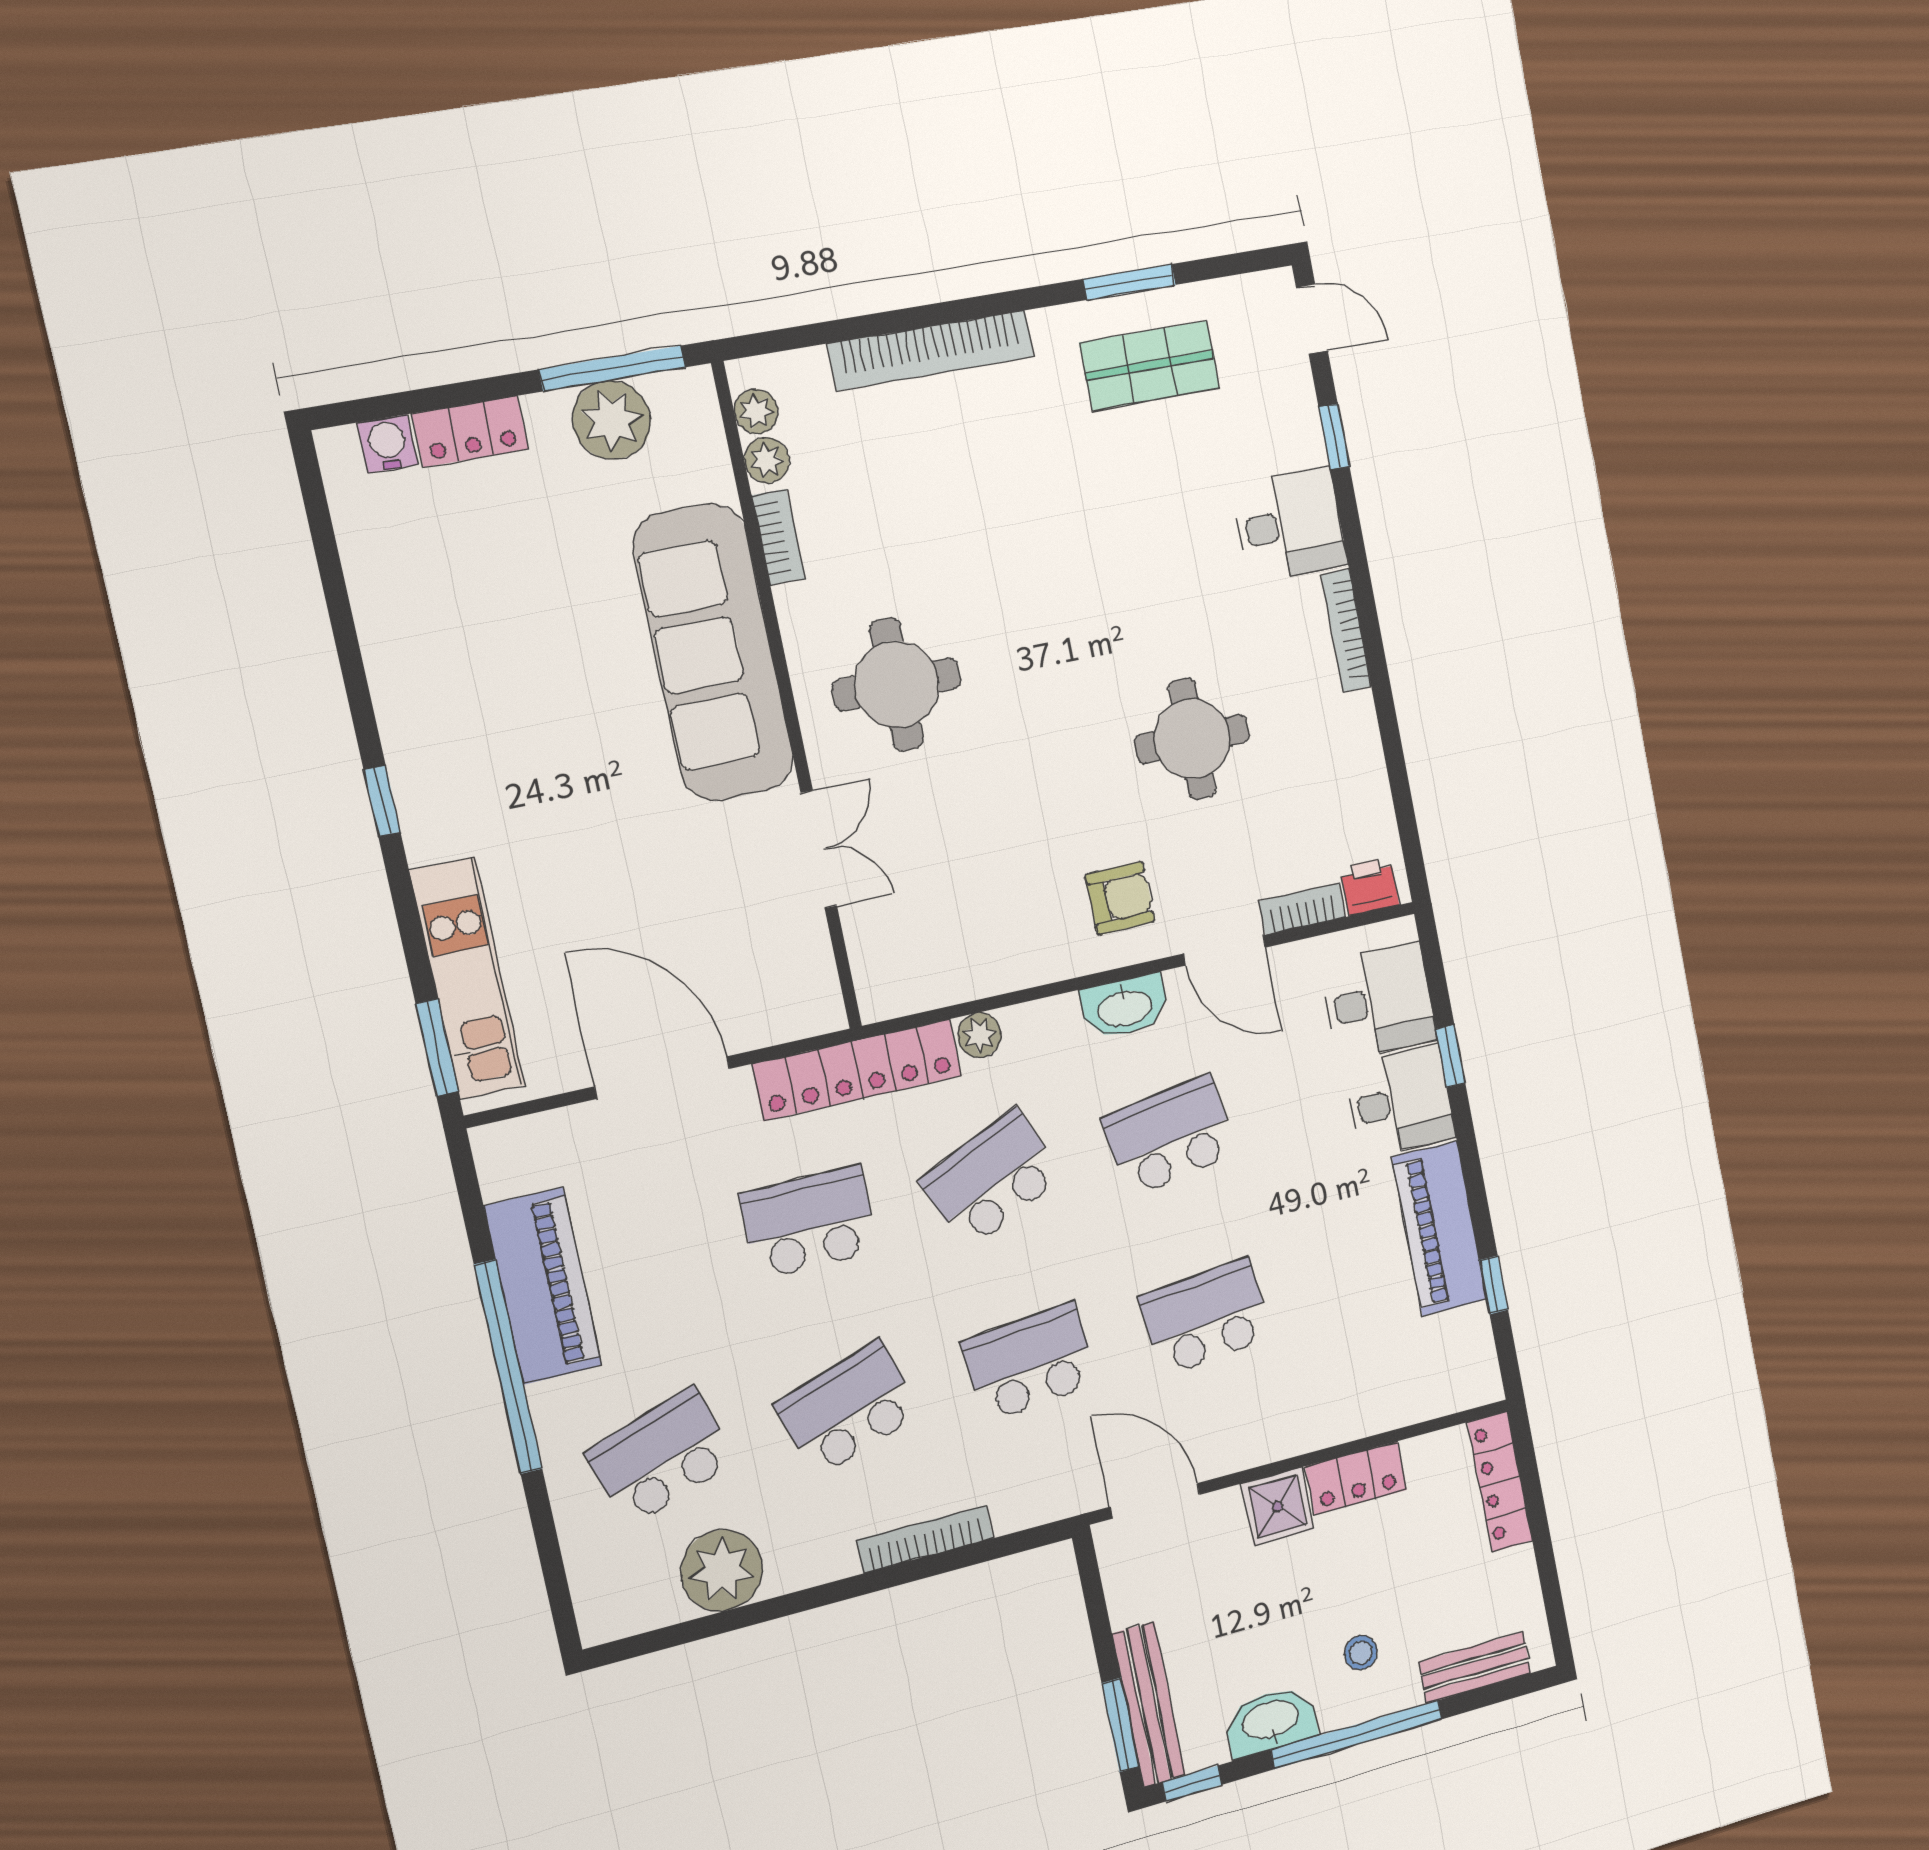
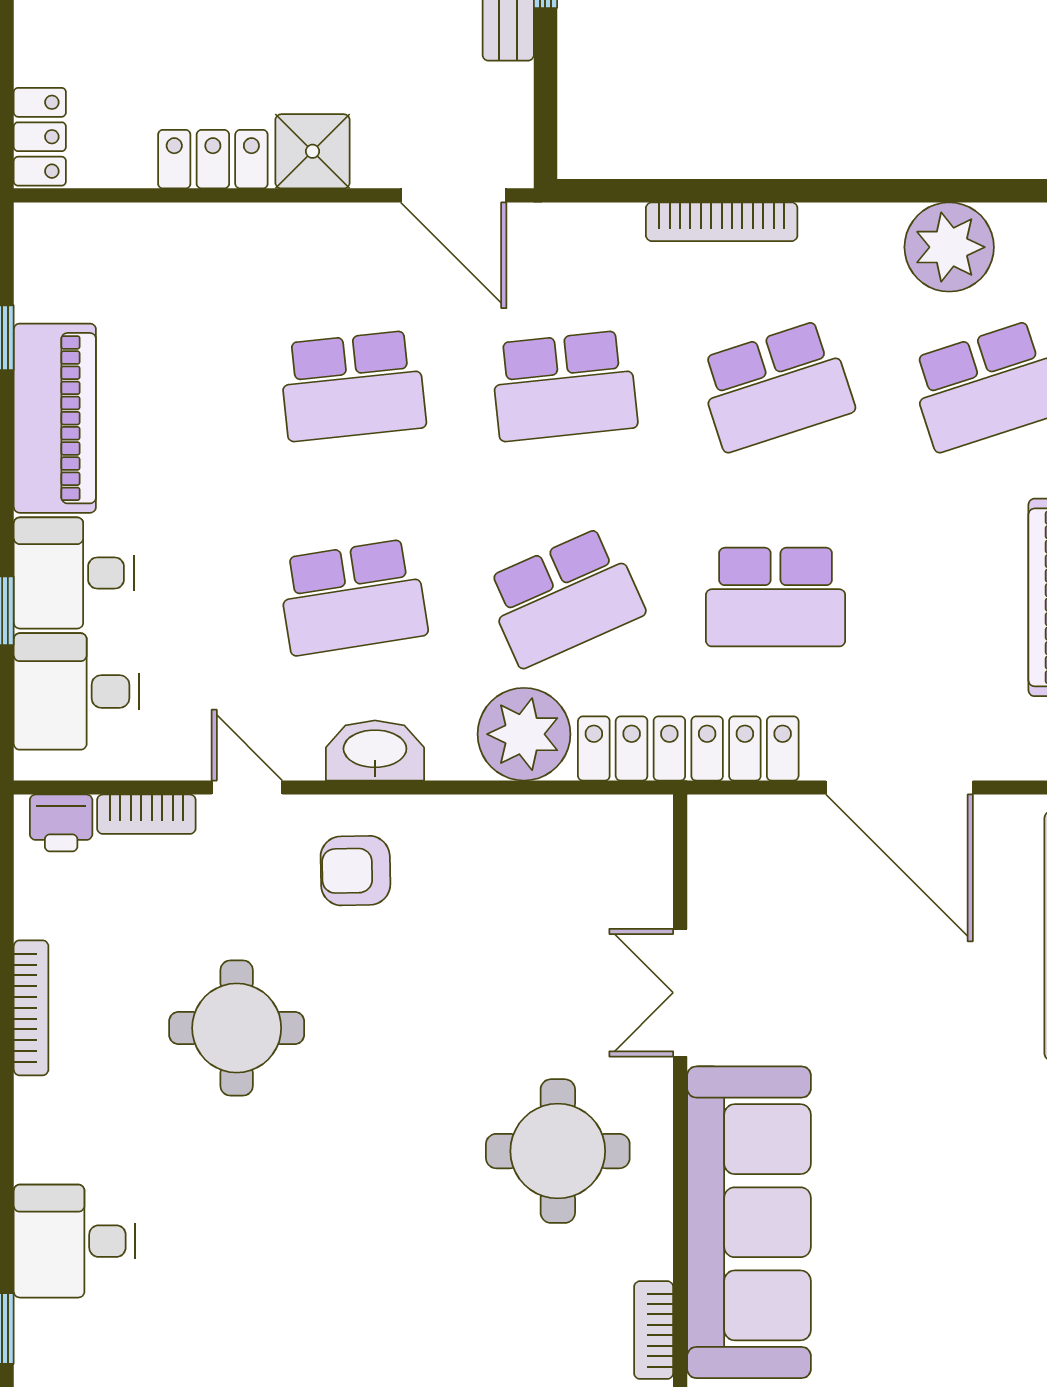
bookcase: (1346, 631) -> (31, 1008), moved
door: (1224, 951) -> (247, 787), width x0.73
plant: (979, 1035) -> (524, 734), width x1.88, depth x1.88
locker: (1500, 1482) -> (40, 137), width x0.66

